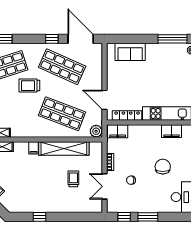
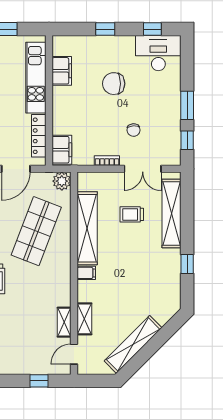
shelving: (74, 206) -> (172, 214), added

